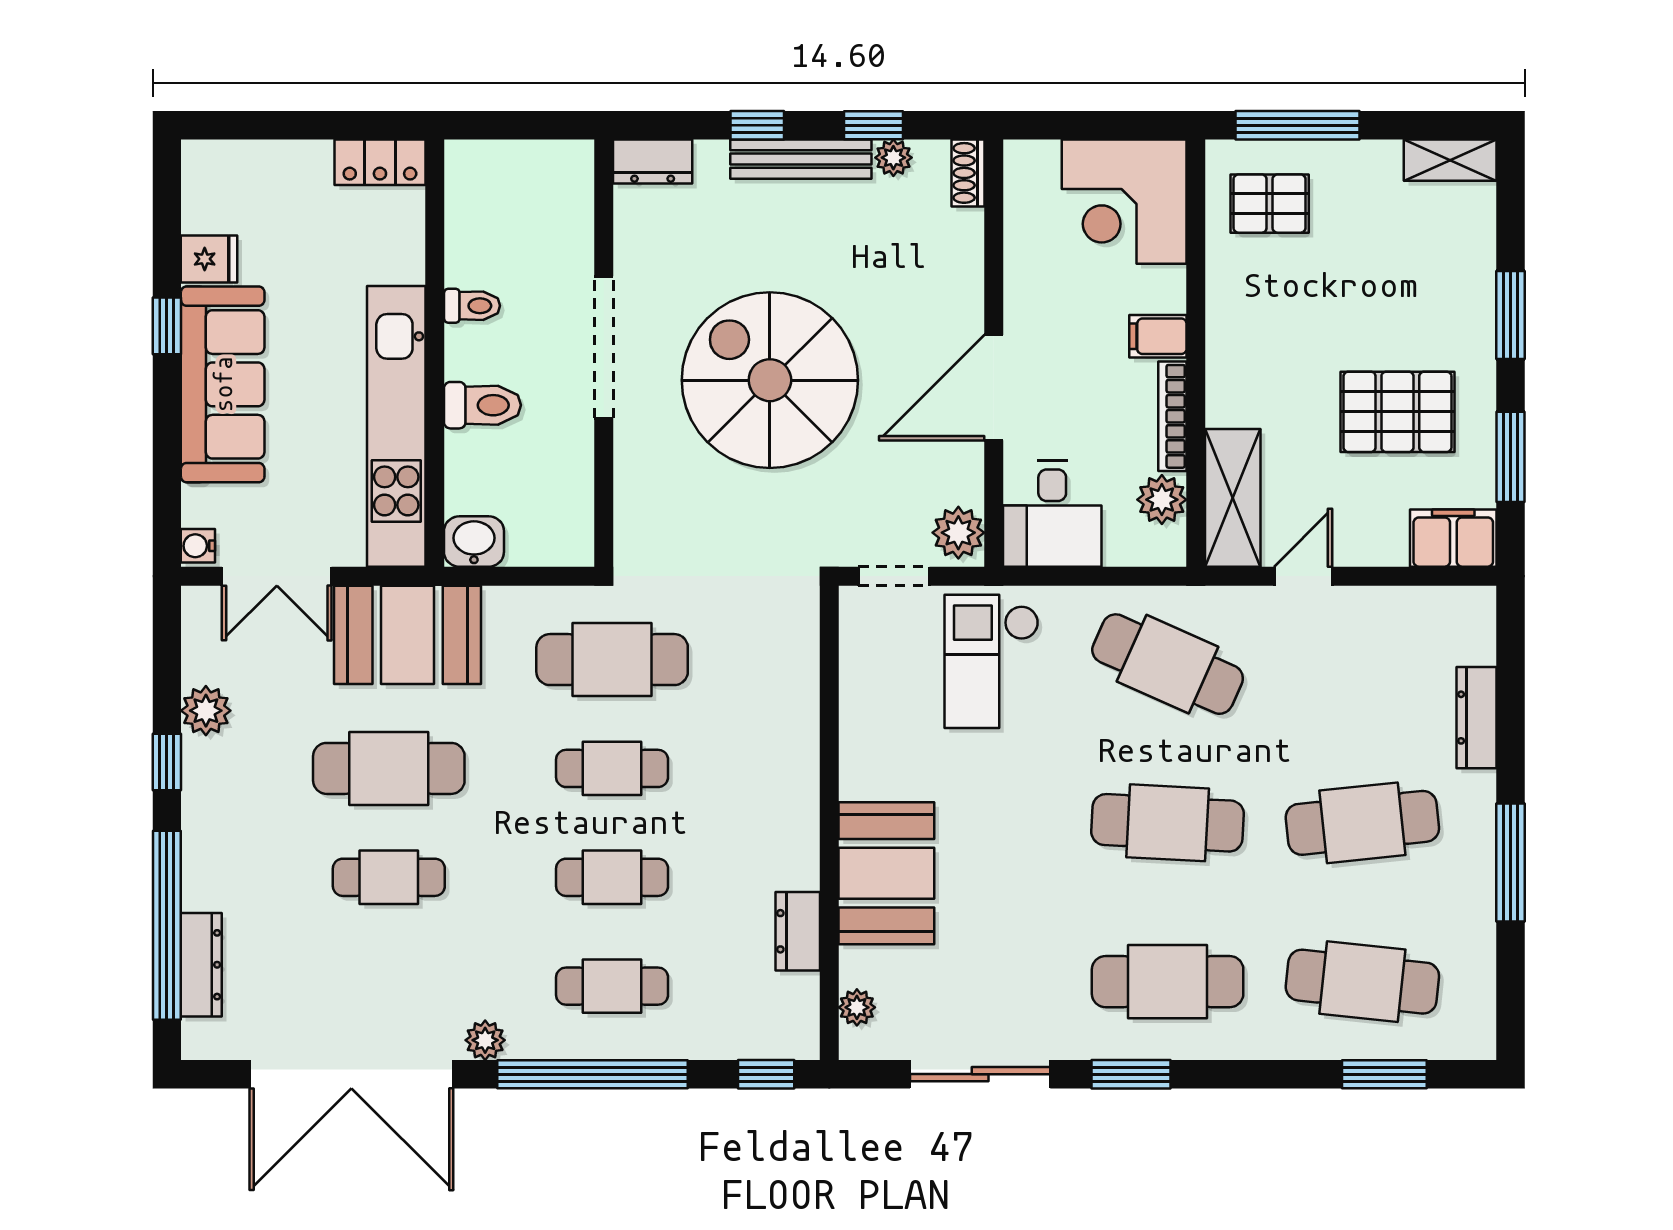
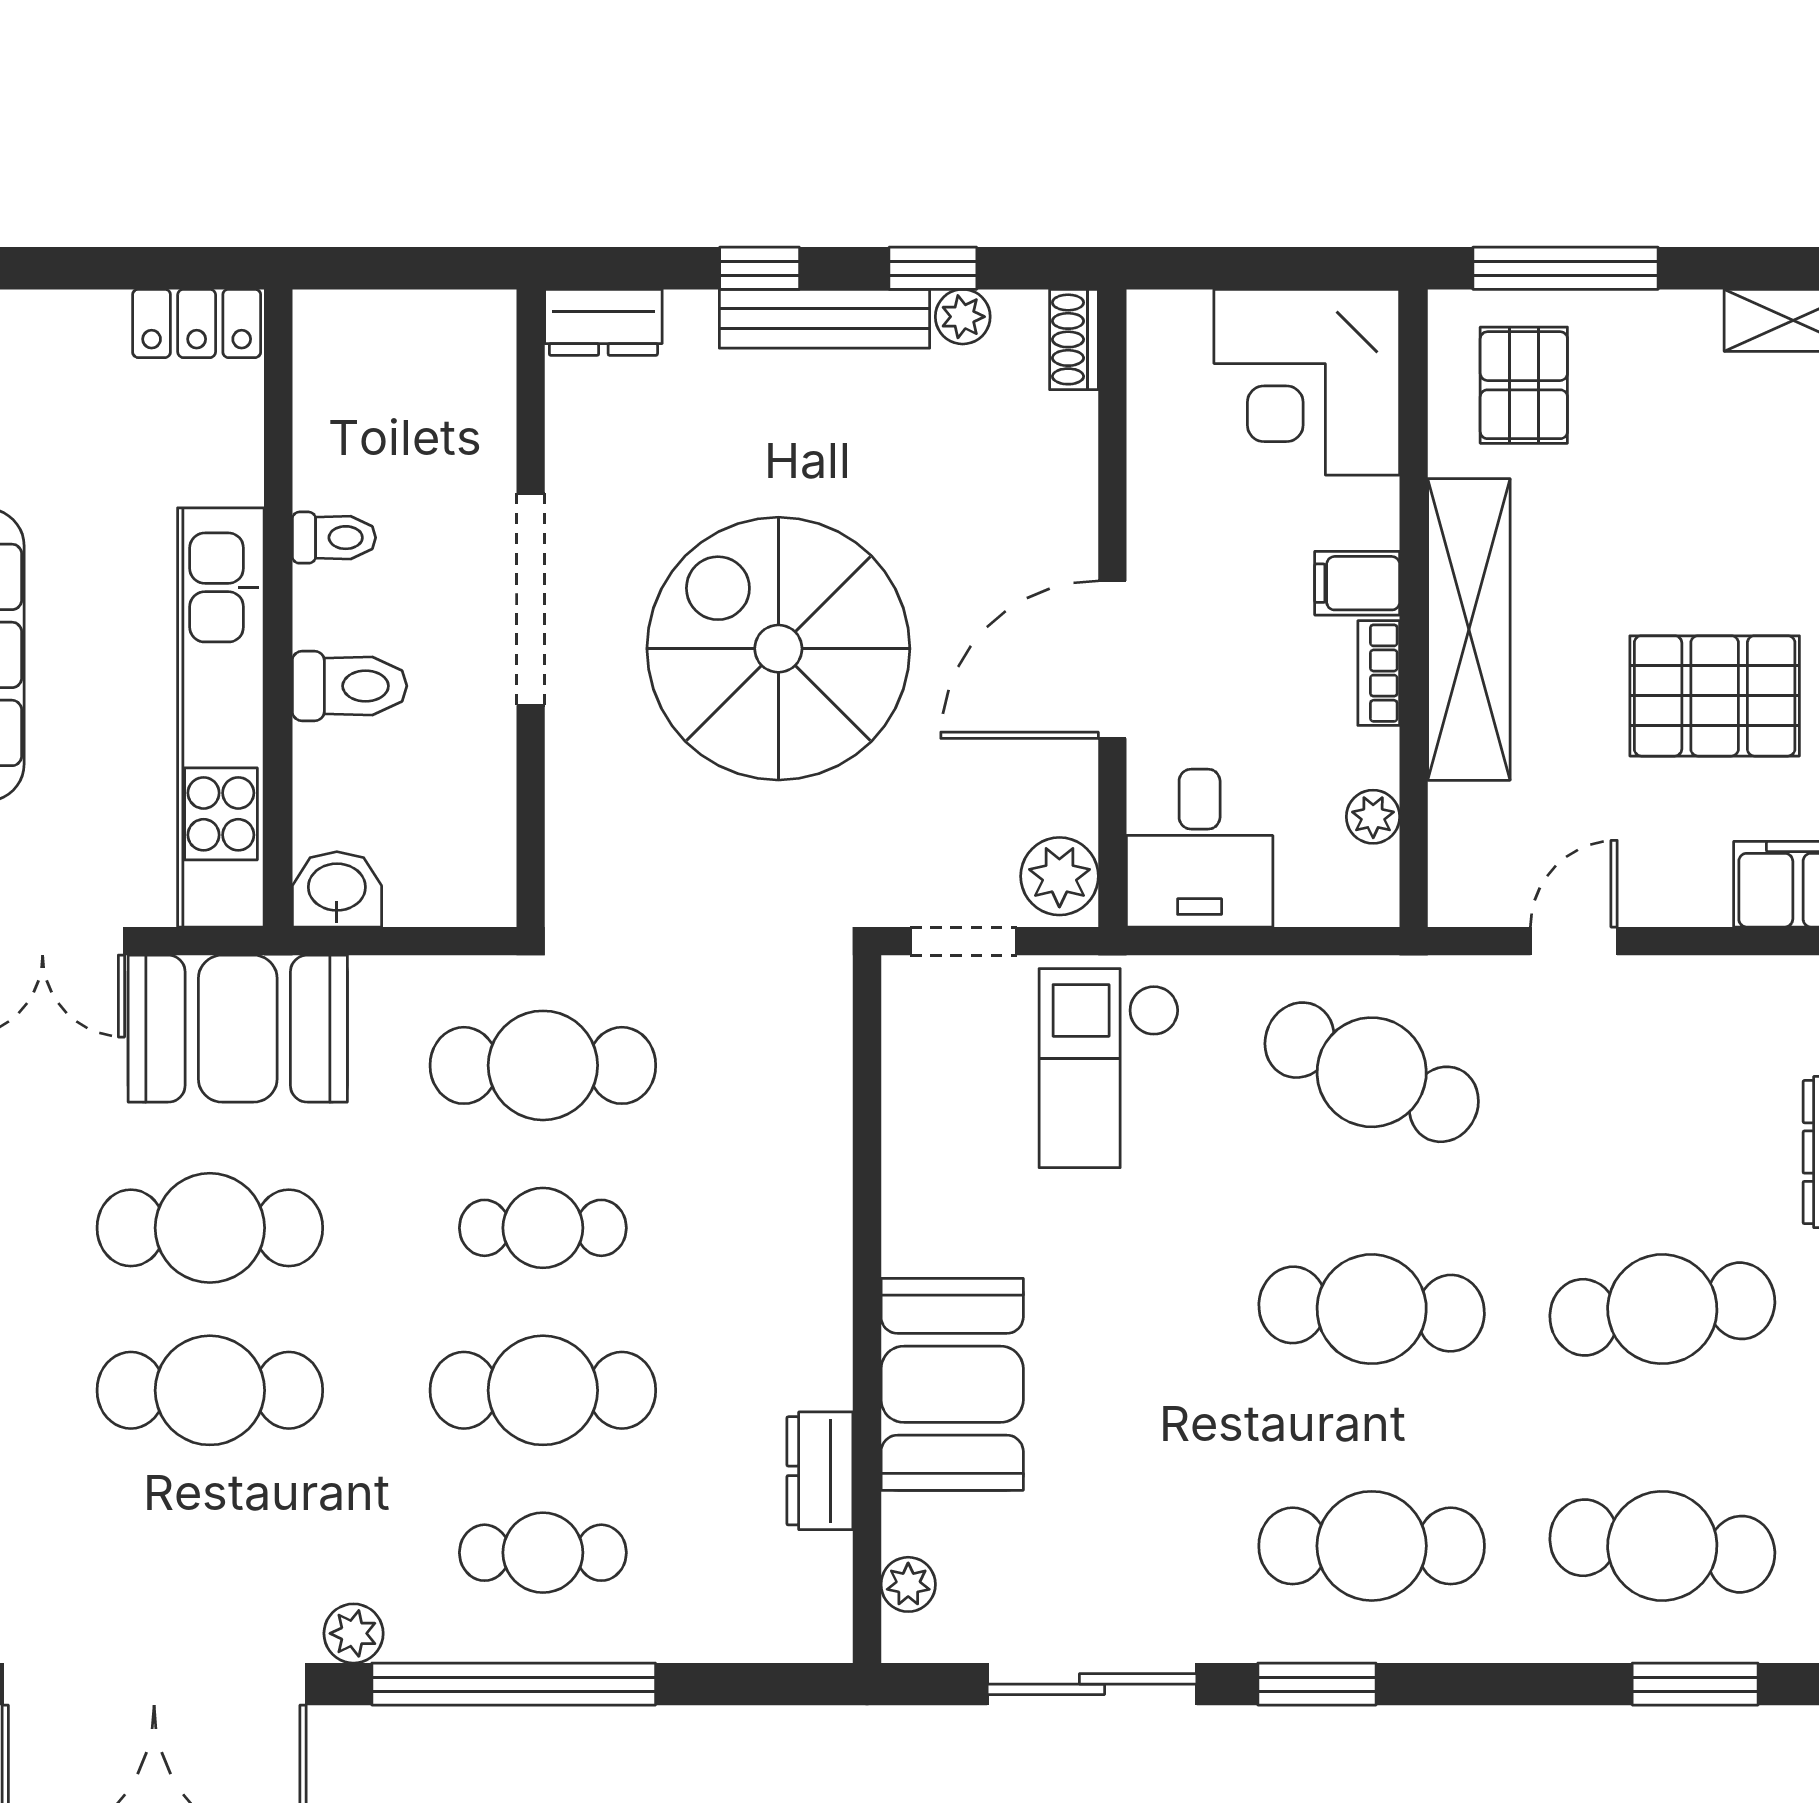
pallet: (1270, 204) -> (1524, 385), turned 90
bookcase: (1172, 416) -> (1379, 673), width x0.64
shelving: (1233, 498) -> (1469, 629), moved, width x1.47
plant: (1162, 500) -> (1373, 817), width x0.73, depth x0.73
cafe table: (389, 877) -> (210, 1390), width x1.37, depth x1.35
cafe table: (612, 877) -> (543, 1390), width x1.37, depth x1.35
window: (766, 1074) -> (773, 1684), removed

